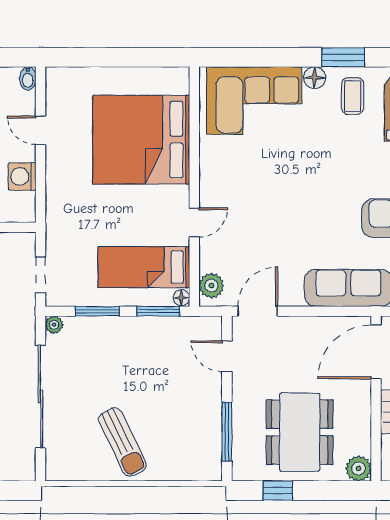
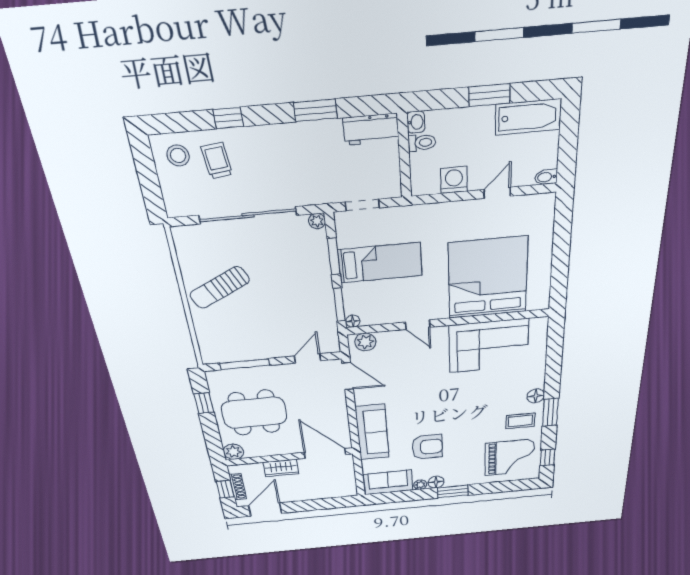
corner sofa: (254, 101) -> (489, 346), moved, turned -90
bed: (144, 267) -> (380, 263), moved, turned 90

